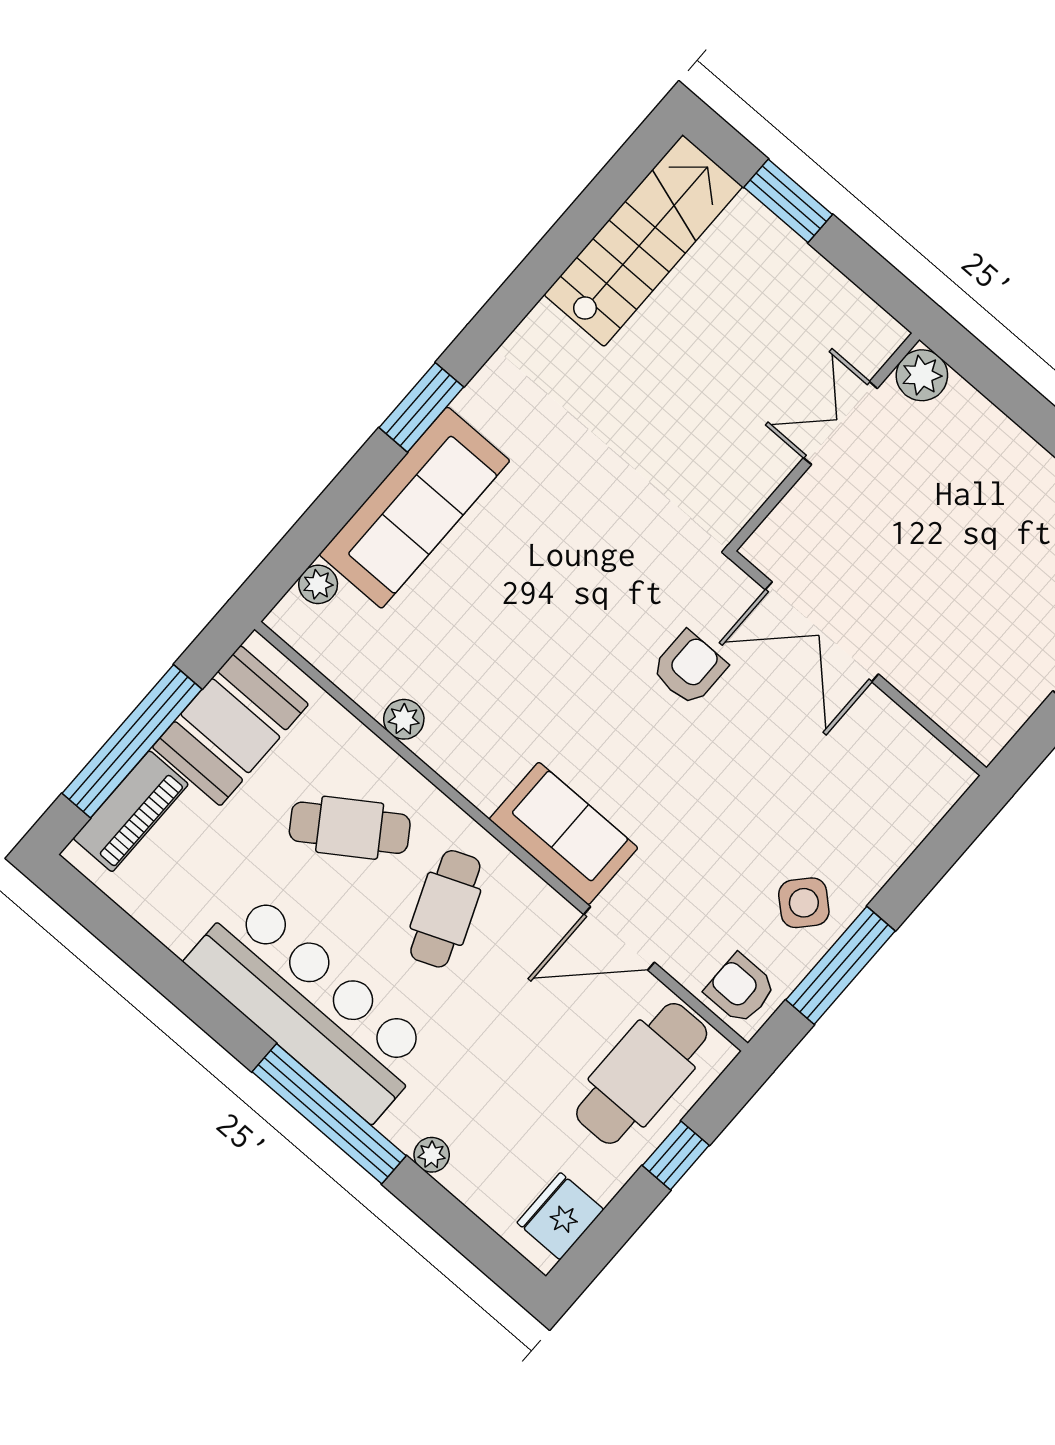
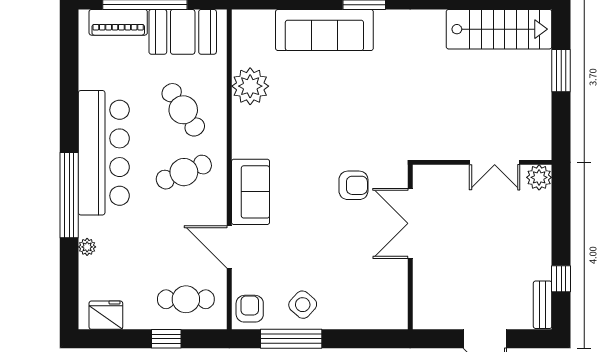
double door: (840, 423) -> (495, 162), swing flipped
plant: (318, 584) -> (264, 19), removed
plant: (404, 719) -> (250, 86), width x1.88, depth x1.88
cafe table: (642, 1073) -> (186, 299), width x0.73, depth x0.74

